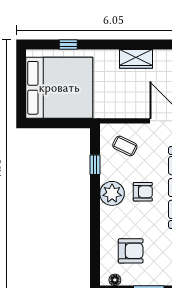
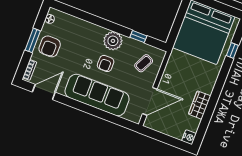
wardrobe: (136, 59) -> (200, 105), moved
armchair: (131, 251) -> (50, 46), moved

